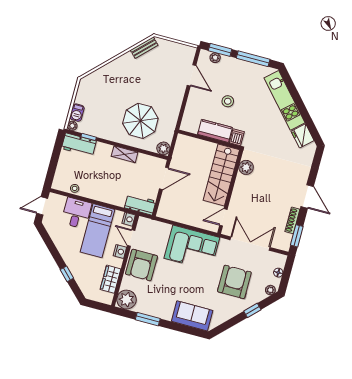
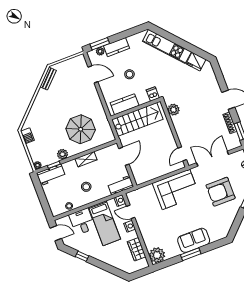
window: (253, 59) -> (126, 34), removed
kitchen counter: (234, 65) -> (116, 47), added
barbecue: (77, 113) -> (27, 136), moved
kitchen counter: (215, 131) -> (125, 104), moved
plant: (163, 148) -> (63, 154), moved
stairs: (221, 175) -> (137, 119), moved, turned -90
stool: (105, 182) -> (86, 187), added
door: (42, 206) -> (56, 233), swing flipped
armchair: (141, 265) -> (150, 225), removed
window: (67, 274) -> (82, 256), moved
armchair: (234, 282) -> (221, 192), turned -90
sofa: (192, 316) -> (194, 240), moved
window: (148, 319) -> (191, 254), moved

